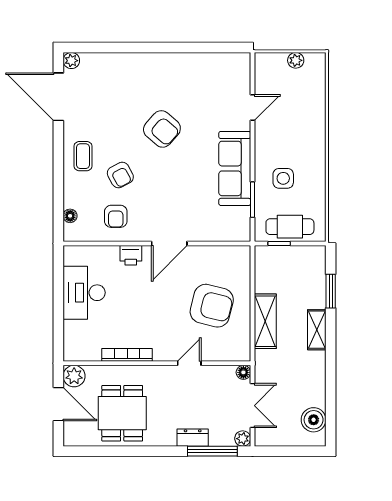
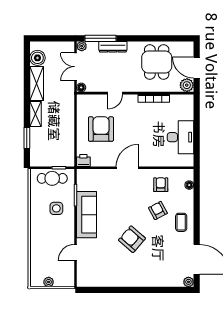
printer: (131, 255) -> (83, 160), moved
armchair: (212, 306) -> (101, 129), turned 76
shelving: (265, 321) -> (37, 84), moved
dresser: (193, 438) -> (113, 47), width x1.44

